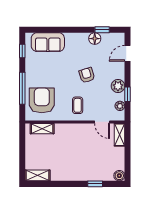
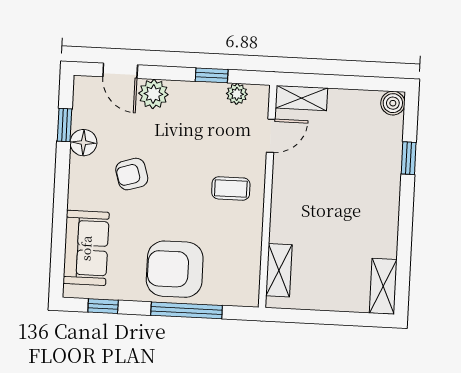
armchair: (87, 75) -> (132, 174), moved
plant: (118, 86) -> (153, 94), moved
armchair: (42, 100) -> (175, 269), moved

